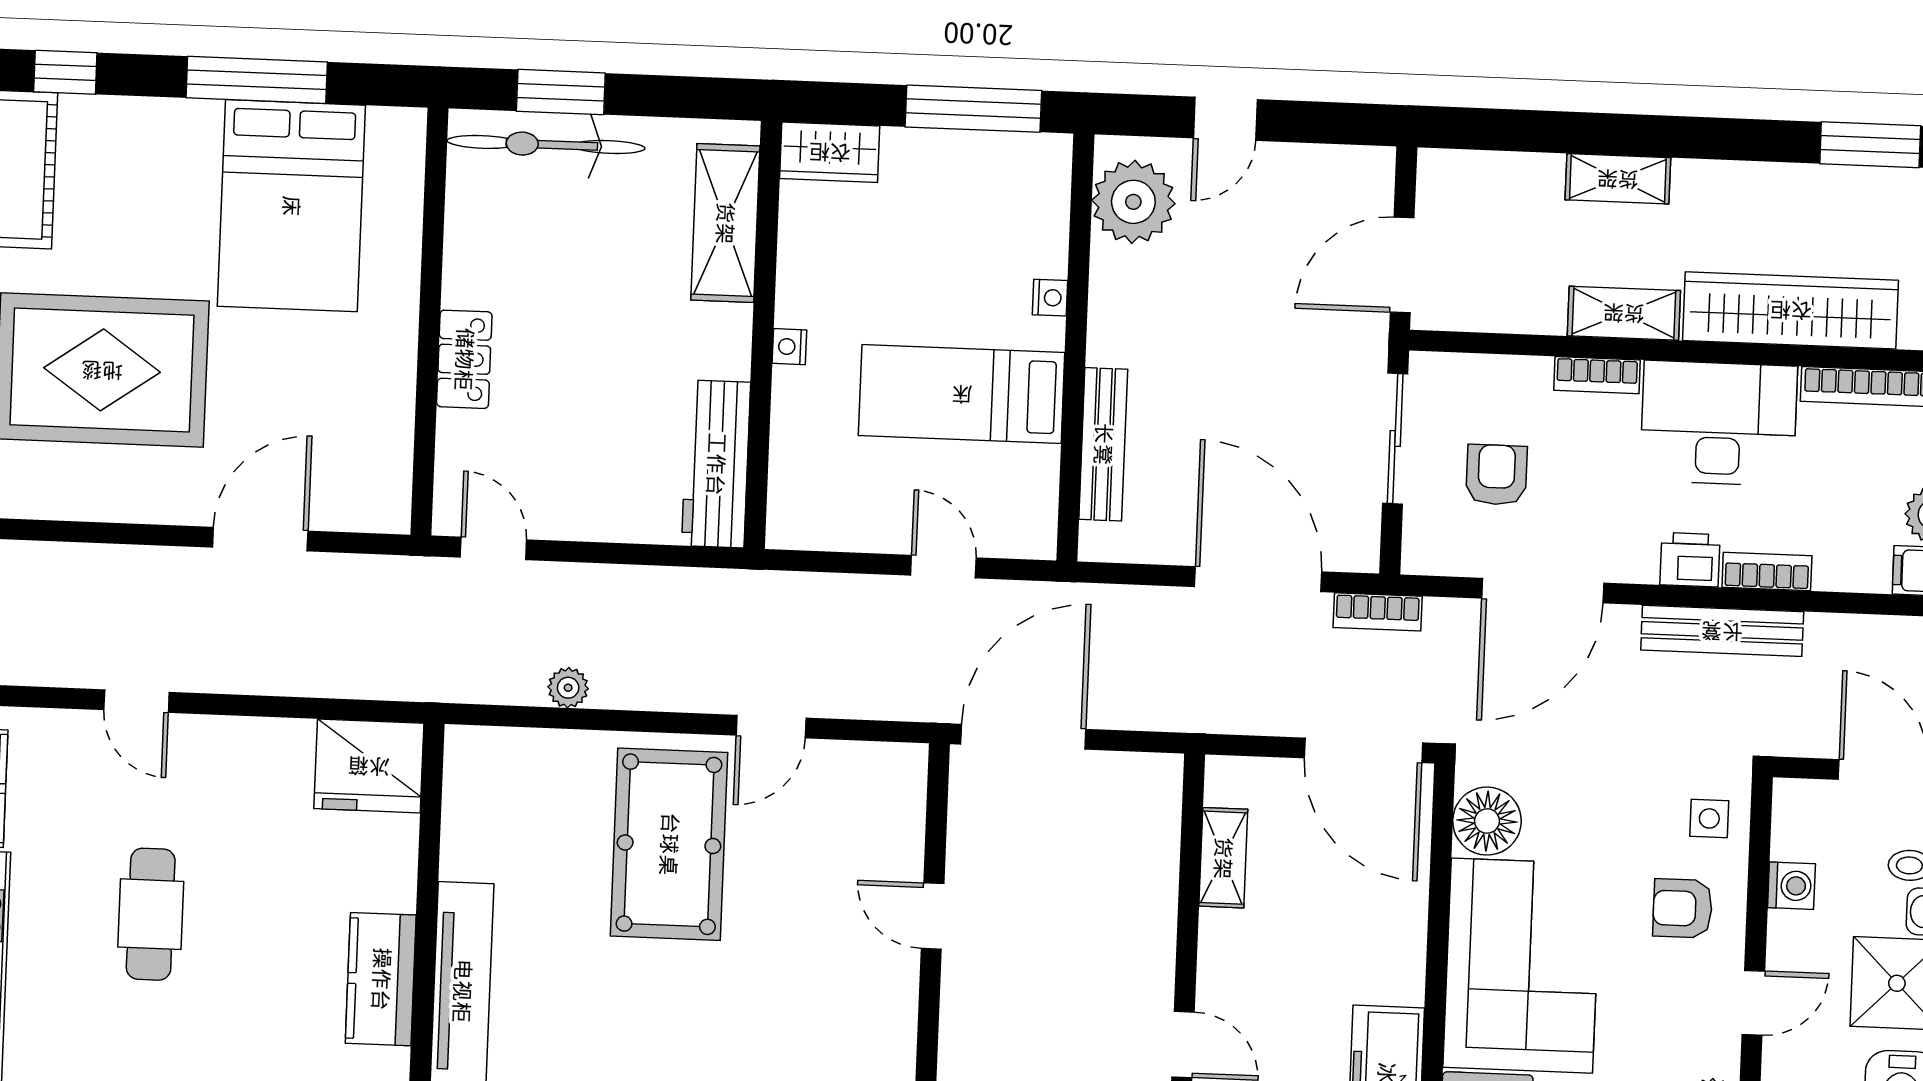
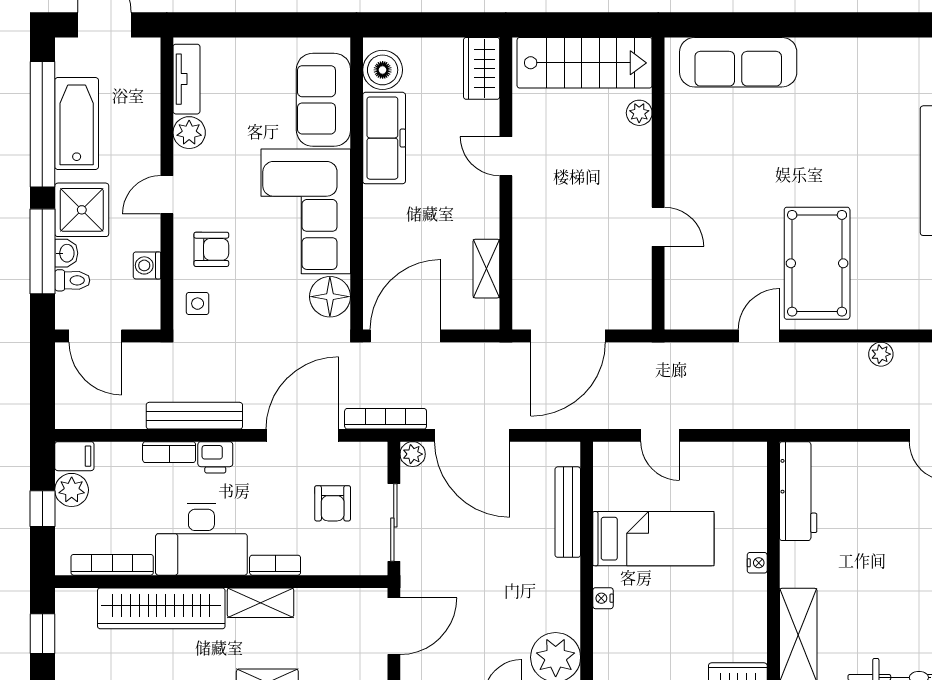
plant: (1359, 552) -> (413, 454), added
bookcase: (1378, 612) -> (386, 419), width x1.56
door: (1023, 737) -> (568, 336), moved
door: (1363, 750) -> (405, 336), hinge flipped

